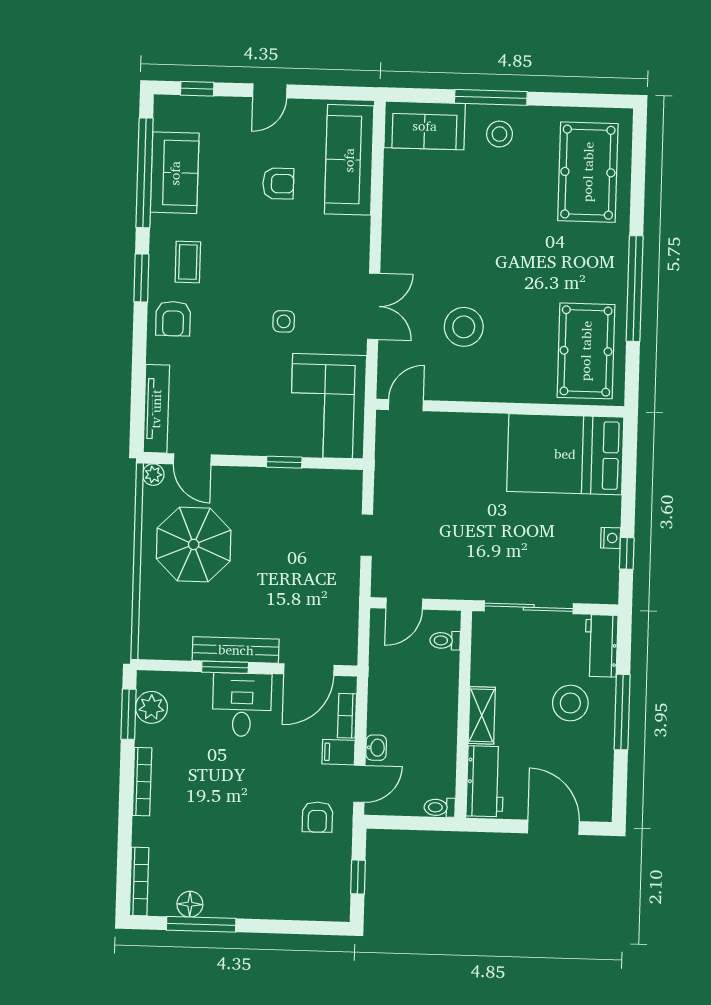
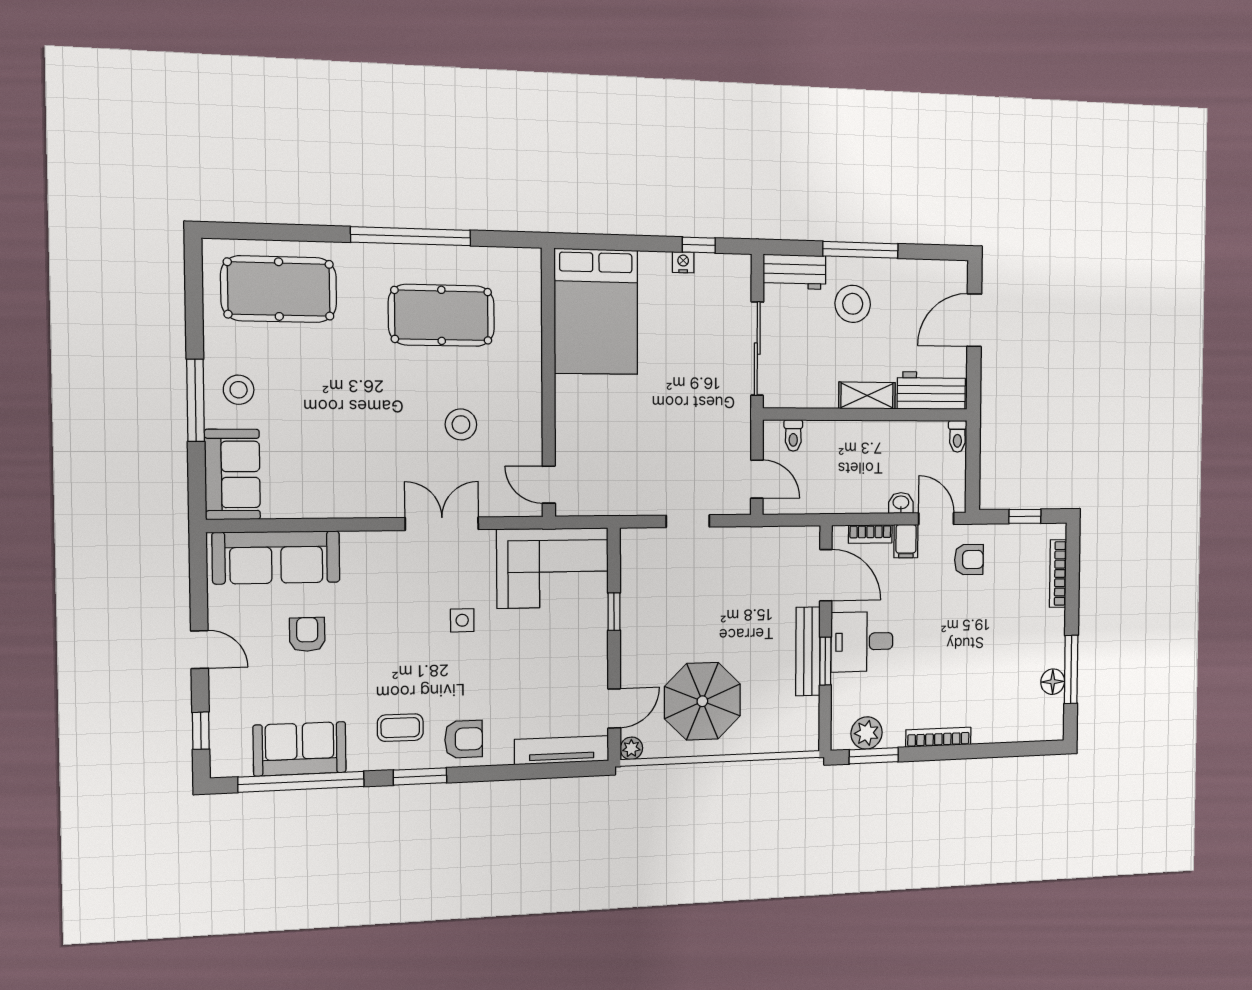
stool: (464, 327) -> (461, 424), width x0.73, depth x0.73
pool table: (586, 351) -> (442, 315), moved
bookcase: (139, 881) -> (1058, 574), moved, turned -90

